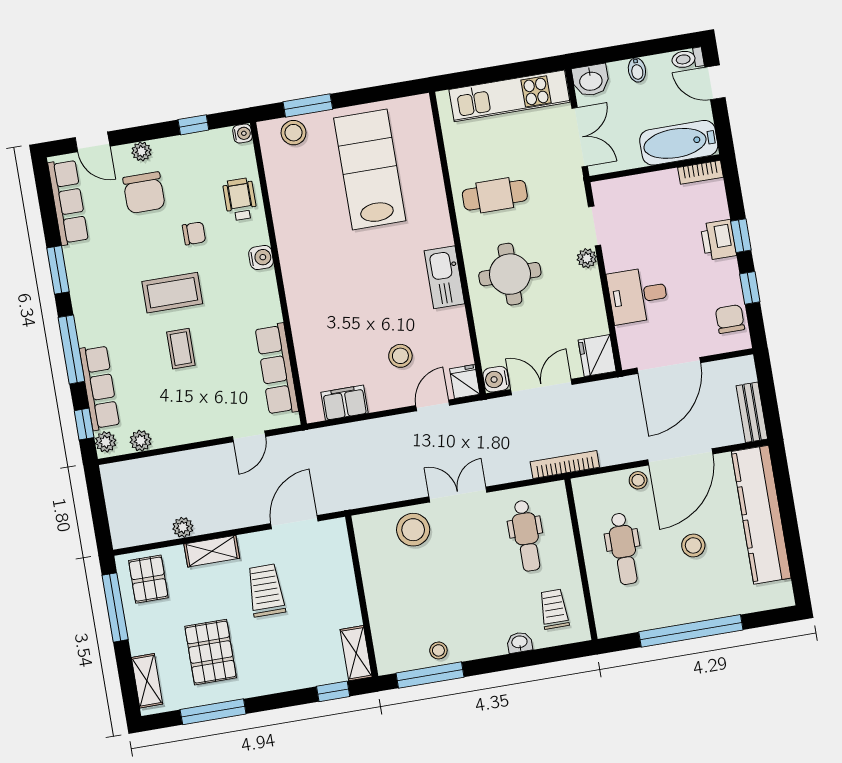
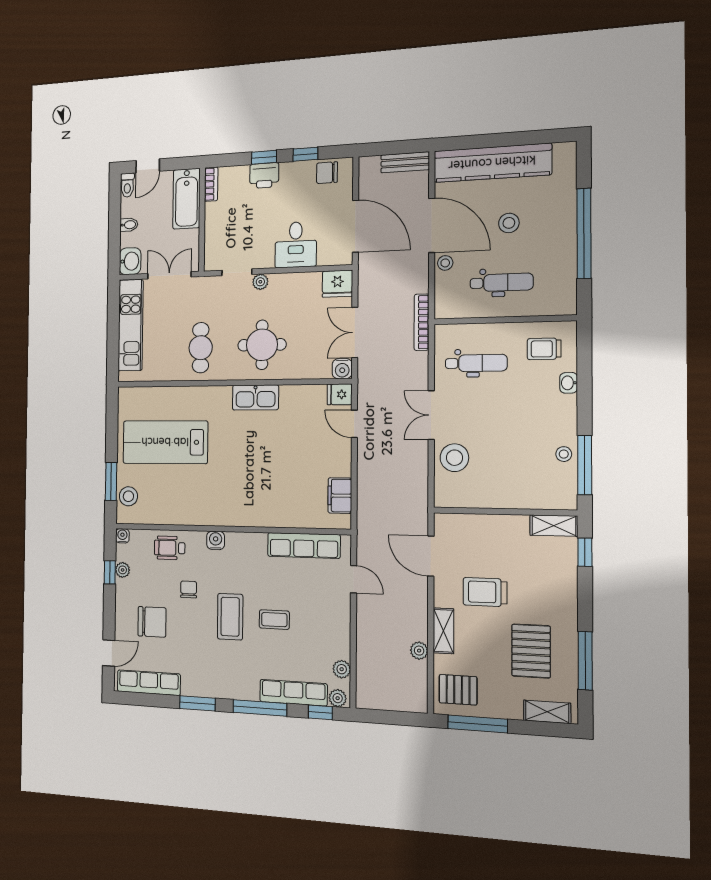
plant: (141, 151) -> (123, 570), moved
stool: (400, 356) -> (310, 443), removed
pallet: (211, 652) -> (531, 651), turned 90

